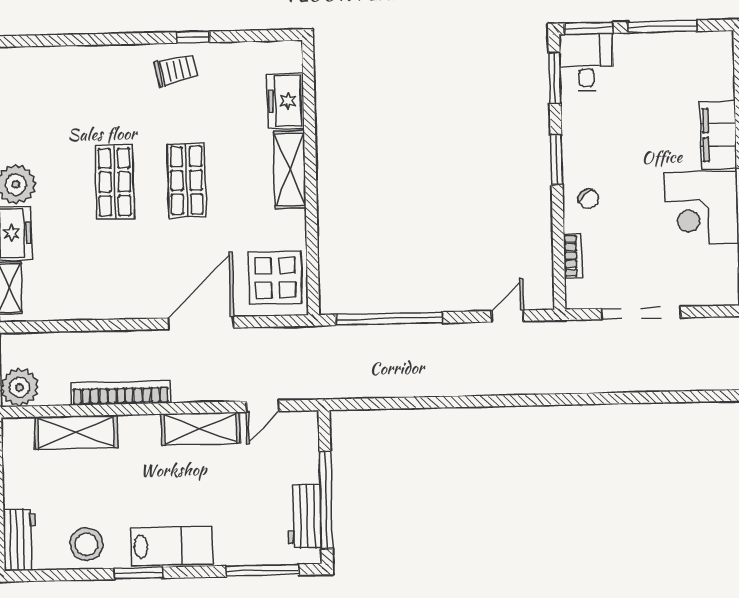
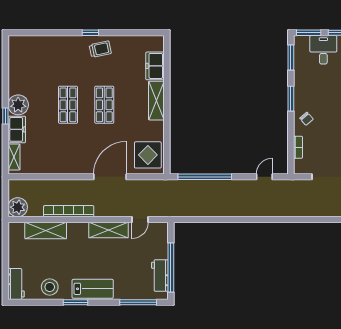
window: (193, 37) -> (90, 33), moved
desk: (586, 62) -> (323, 50), moved

